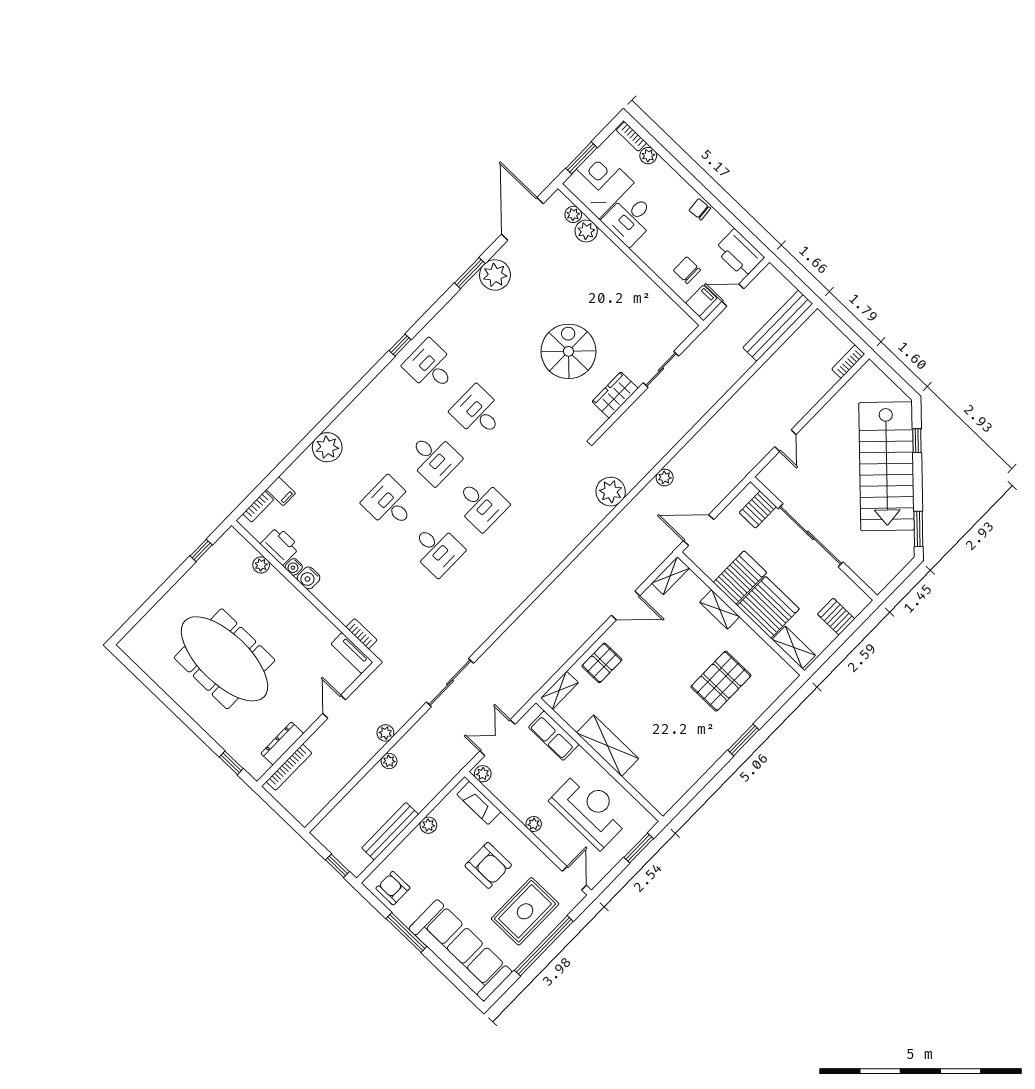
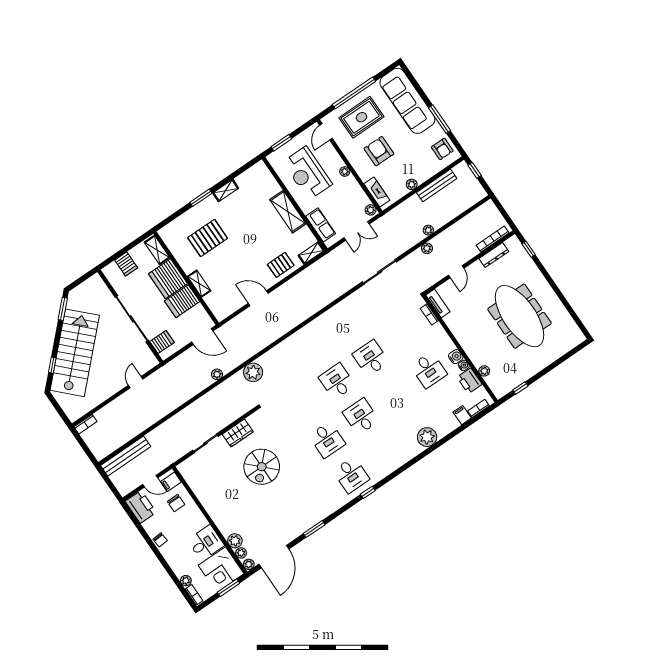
plant: (495, 275) -> (249, 564), moved, width x0.53, depth x0.53
desk: (389, 504) -> (429, 370), moved
shelving: (670, 576) -> (226, 191), moved

